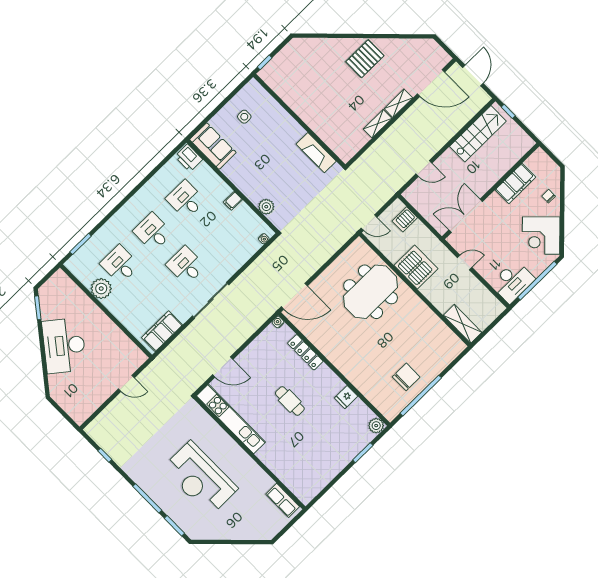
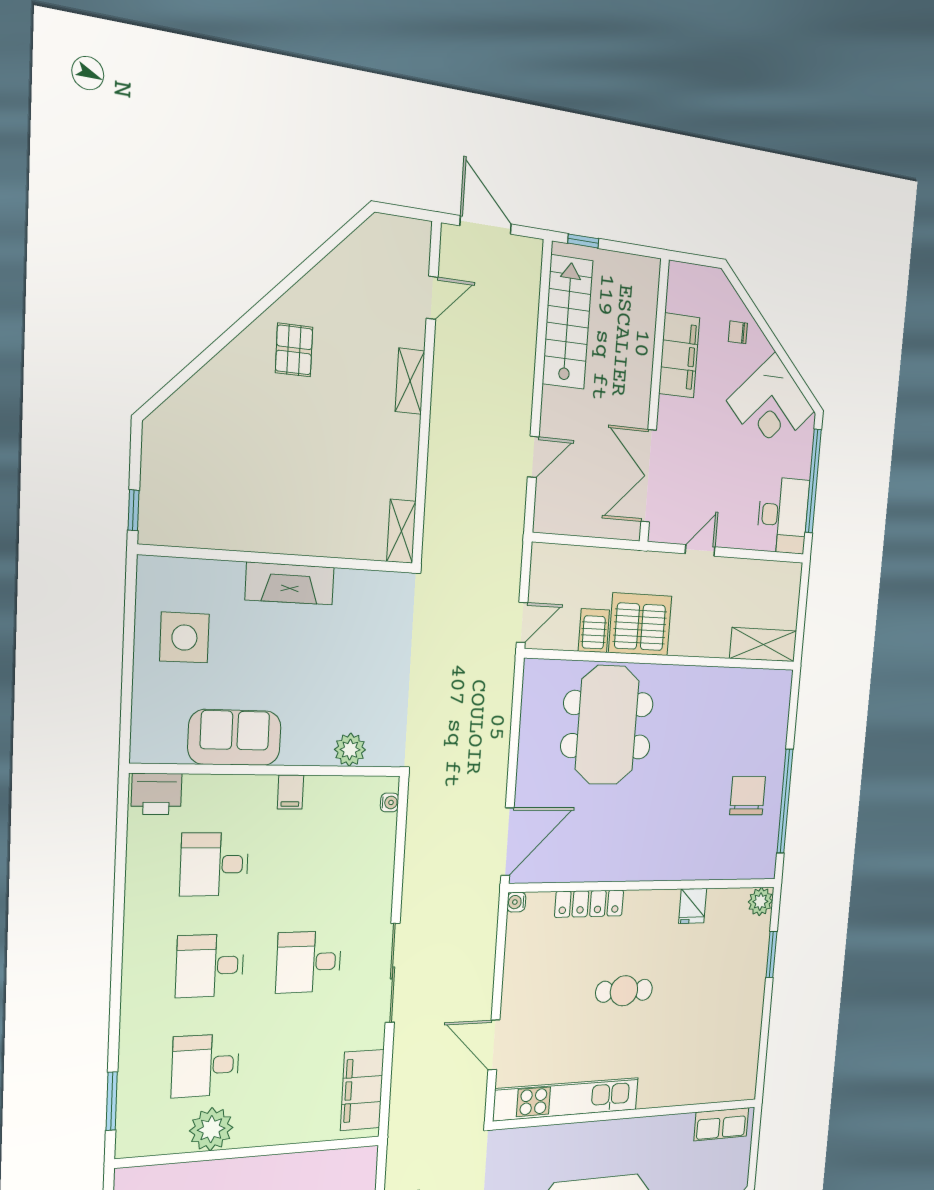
pallet: (365, 59) -> (294, 350), width x0.67, depth x0.71
door: (431, 83) -> (432, 298), width x0.53
side table: (244, 117) -> (184, 638), width x1.87, depth x1.87
shelving: (378, 124) -> (401, 531), moved
sofa: (213, 146) -> (235, 737), moved
fireplace: (316, 153) -> (290, 584), moved
server rack: (405, 219) -> (594, 631), moved, turned 180
door: (223, 367) -> (494, 1045), swing flipped

